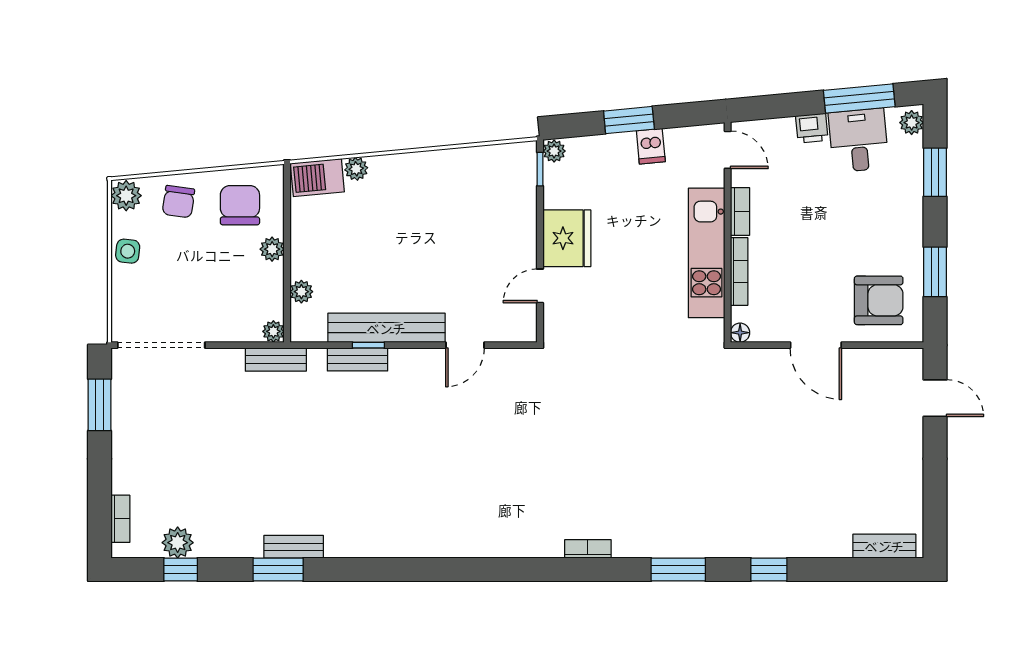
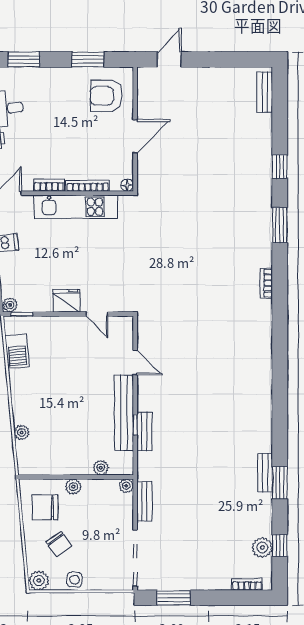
barbecue: (317, 178) -> (17, 351), moved
chair: (178, 202) -> (59, 544), moved, turned 46
fridge: (567, 238) -> (66, 301), width x0.73, depth x0.75
armchair: (879, 300) -> (106, 96), turned -90
bench: (276, 360) -> (144, 501), moved

